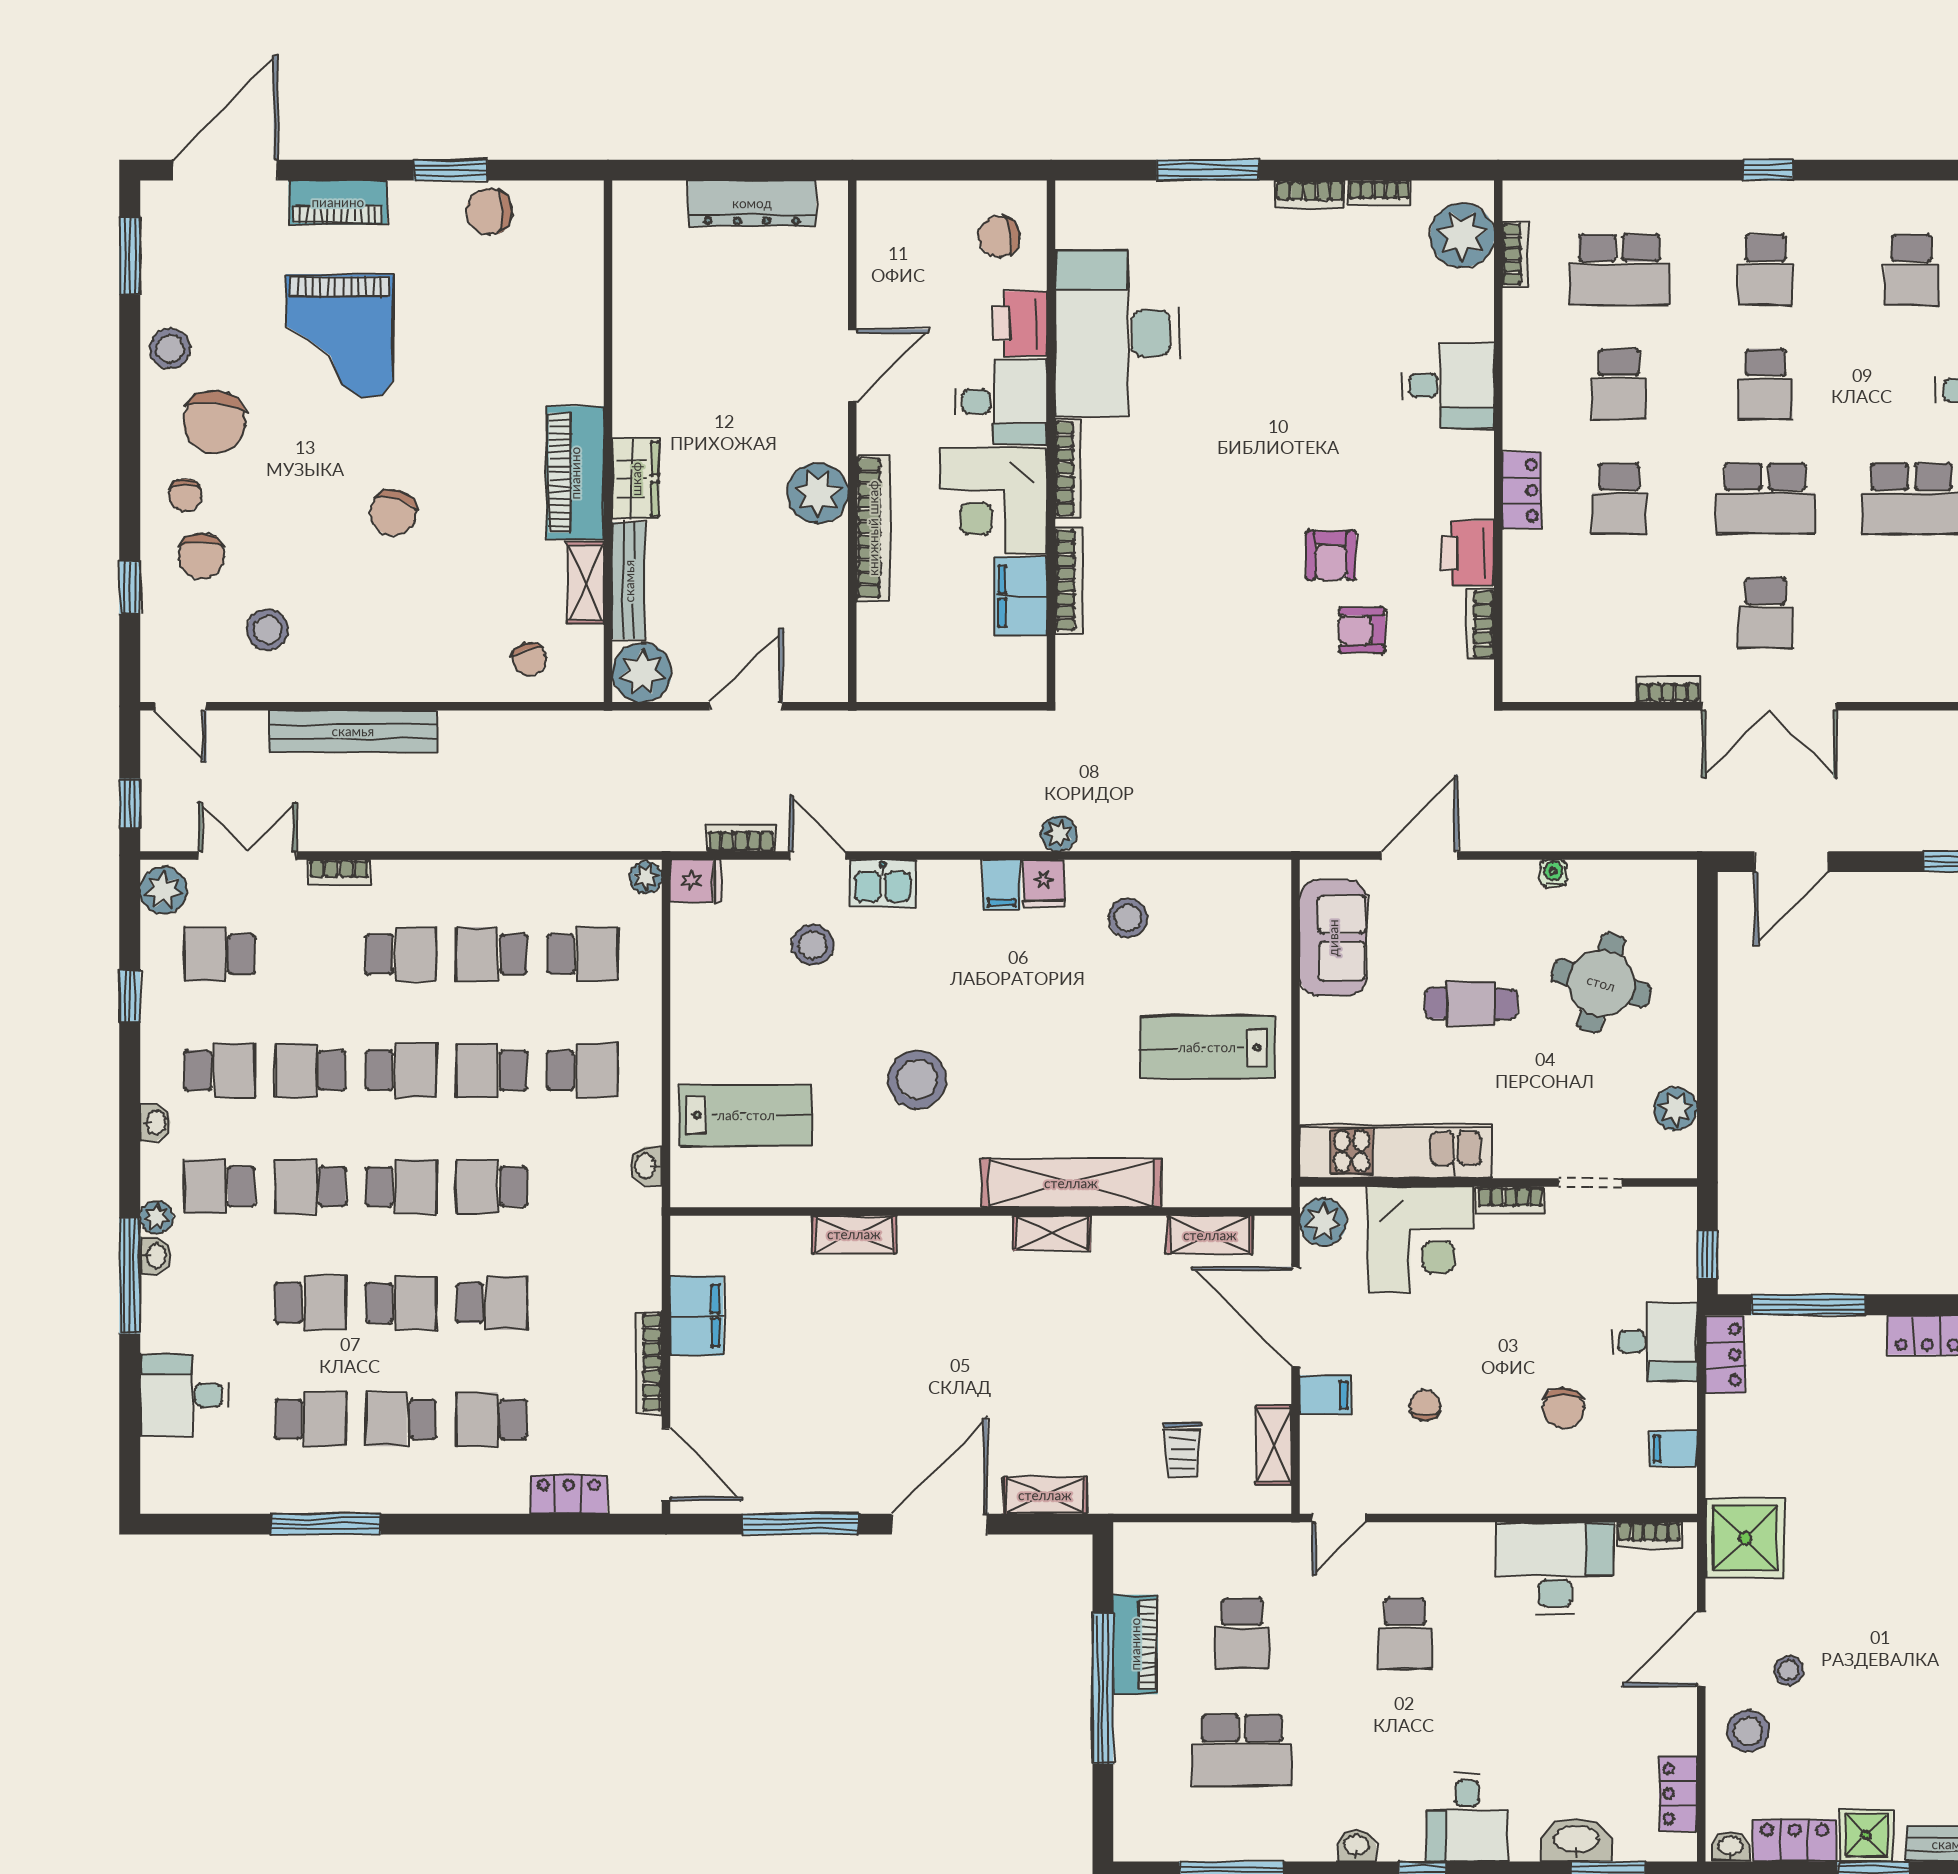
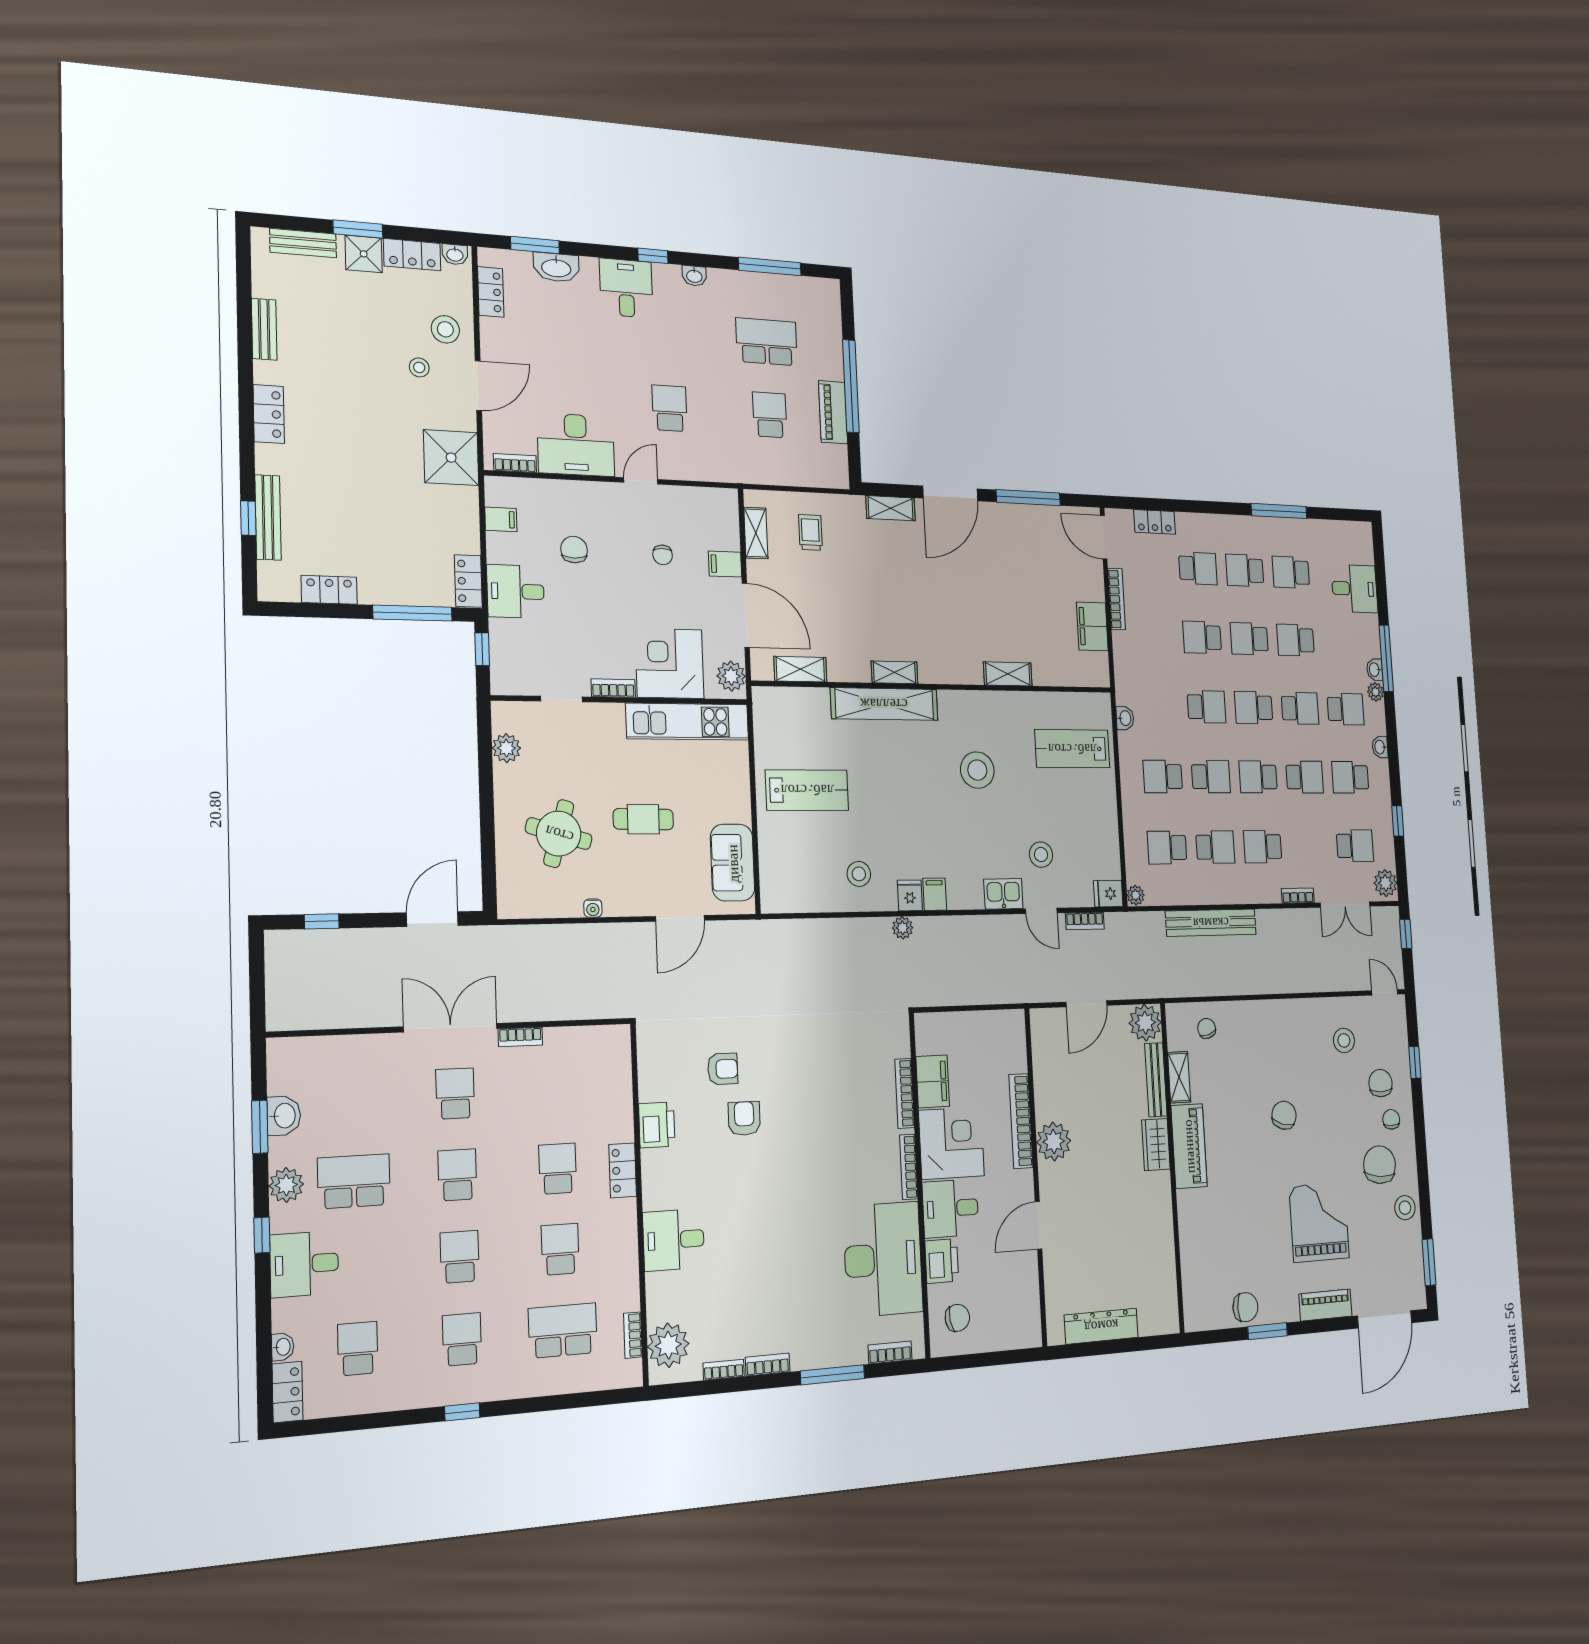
school desk: (1765, 499) -> (457, 1175), width x0.54
bookcase: (1480, 624) -> (890, 1352), moved, turned -90
bench: (353, 731) -> (1211, 923), moved
school desk: (401, 1419) -> (1245, 570), turned 180
door: (1339, 1518) -> (641, 481), moved

